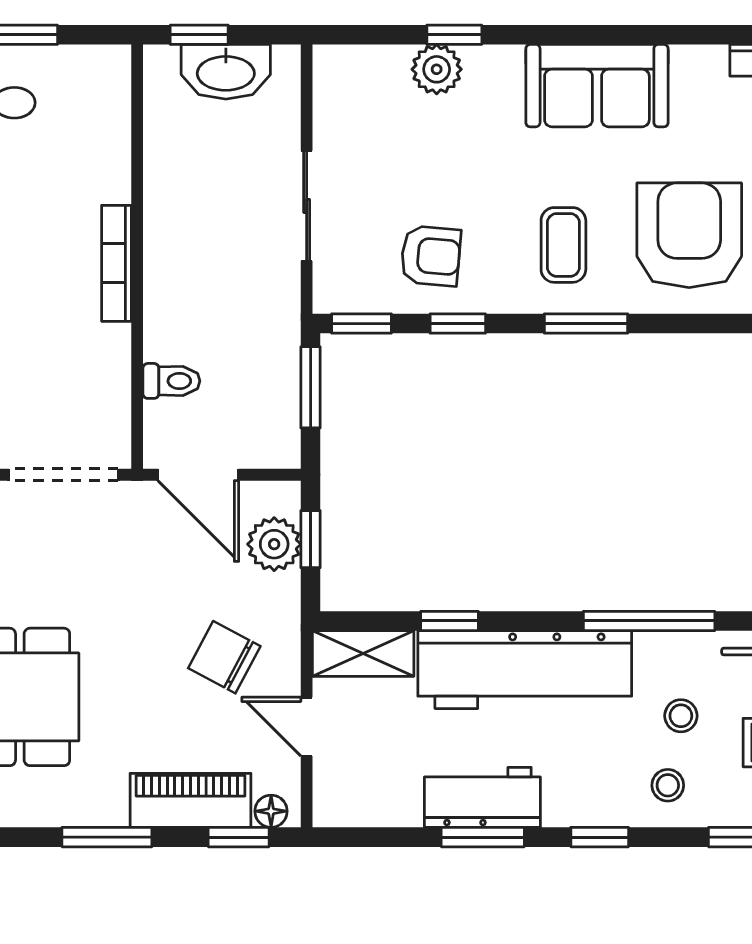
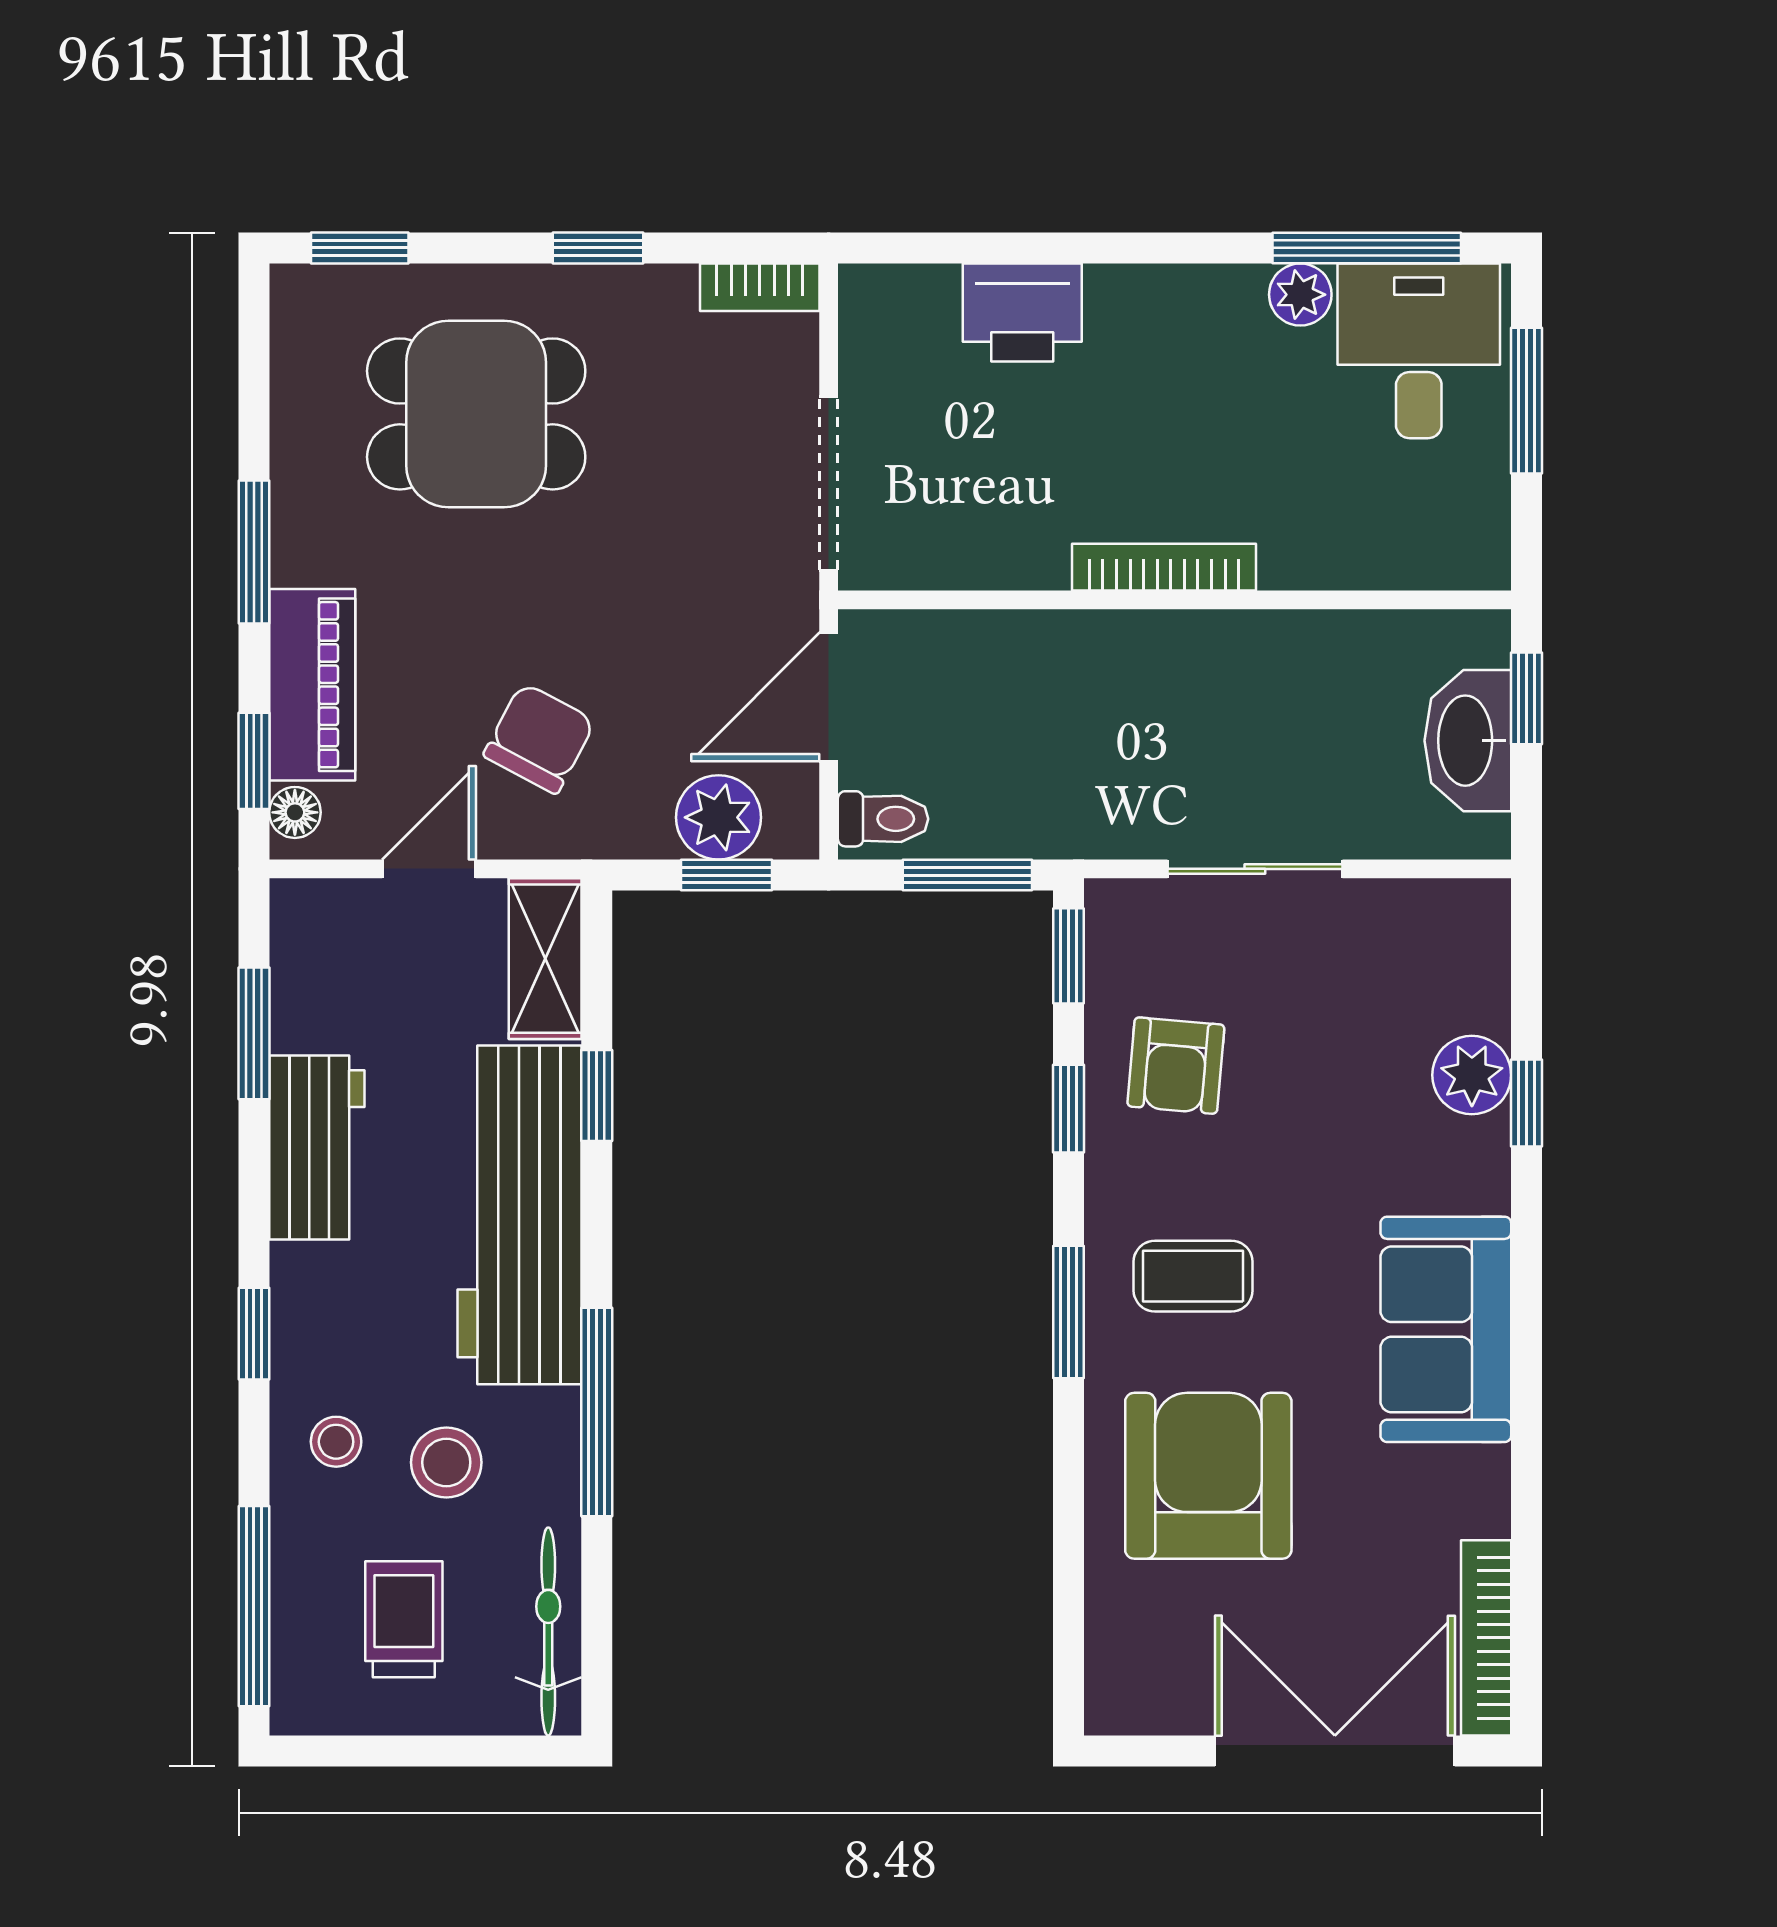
armchair: (689, 235) -> (1208, 1476), turned -90
toilet: (171, 381) -> (883, 819), moved, turned -90
stool: (681, 716) -> (446, 1462), width x1.37, depth x1.37
window: (483, 837) -> (254, 1033), moved

